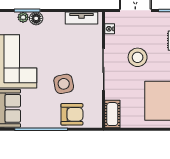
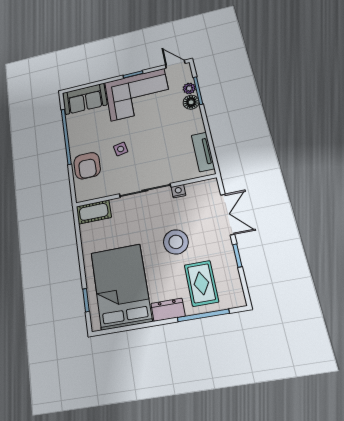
nightstand: (110, 29) -> (178, 191), moved
stool: (138, 57) -> (176, 242), moved
side table: (64, 84) -> (121, 149), width x0.54, depth x0.54

